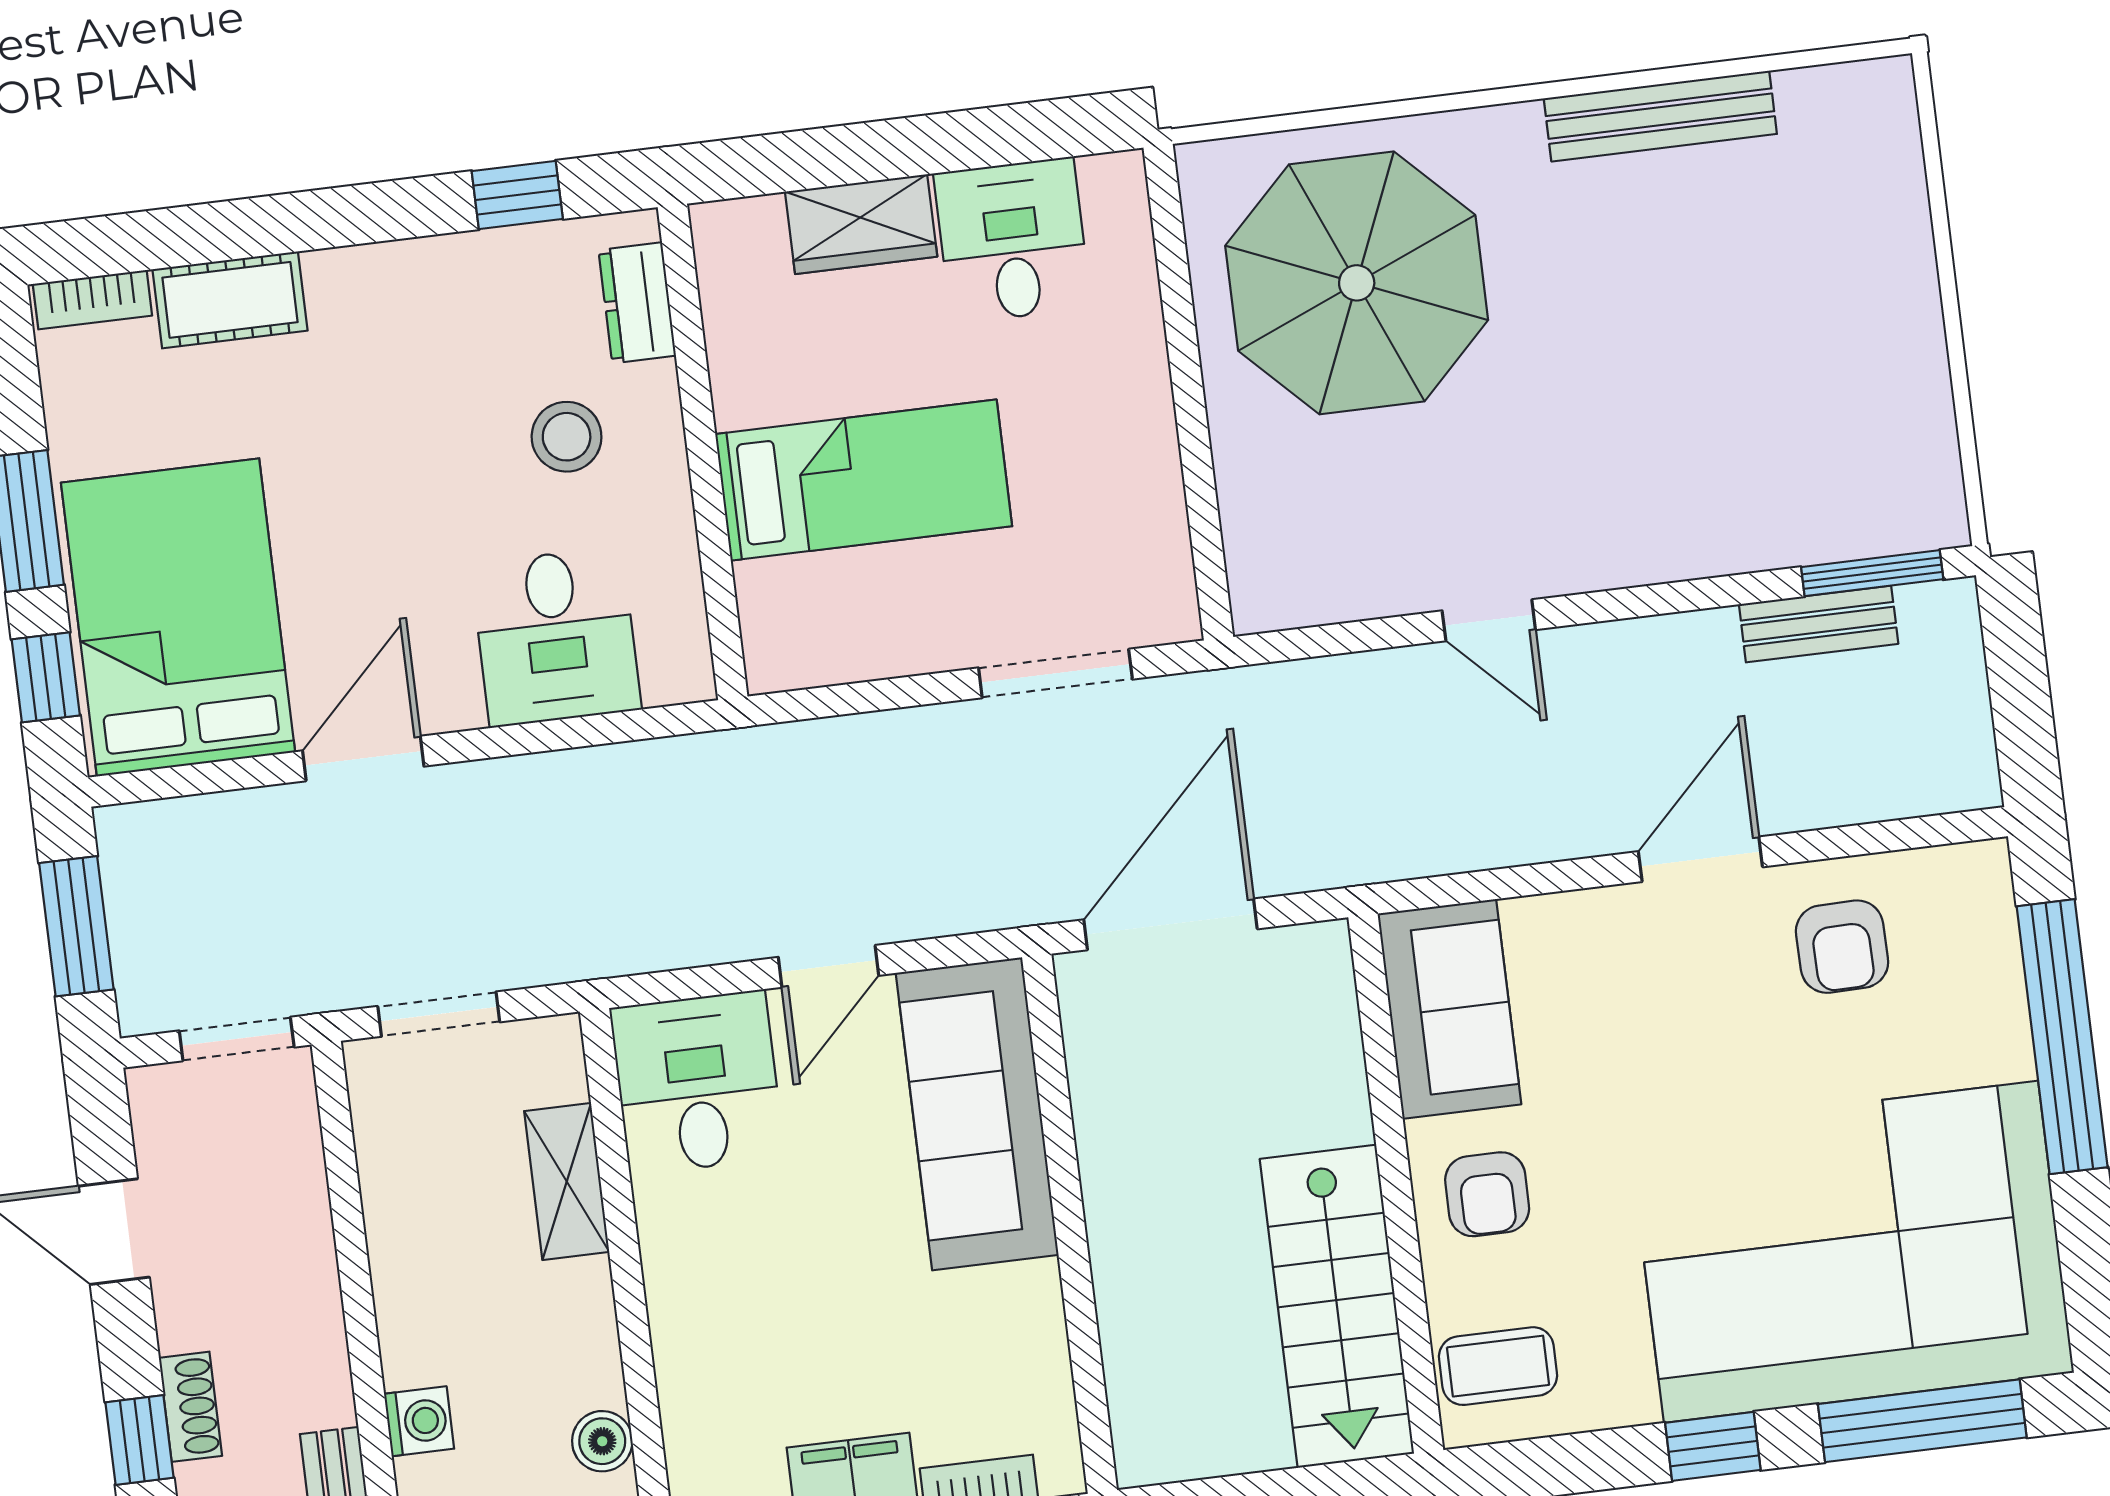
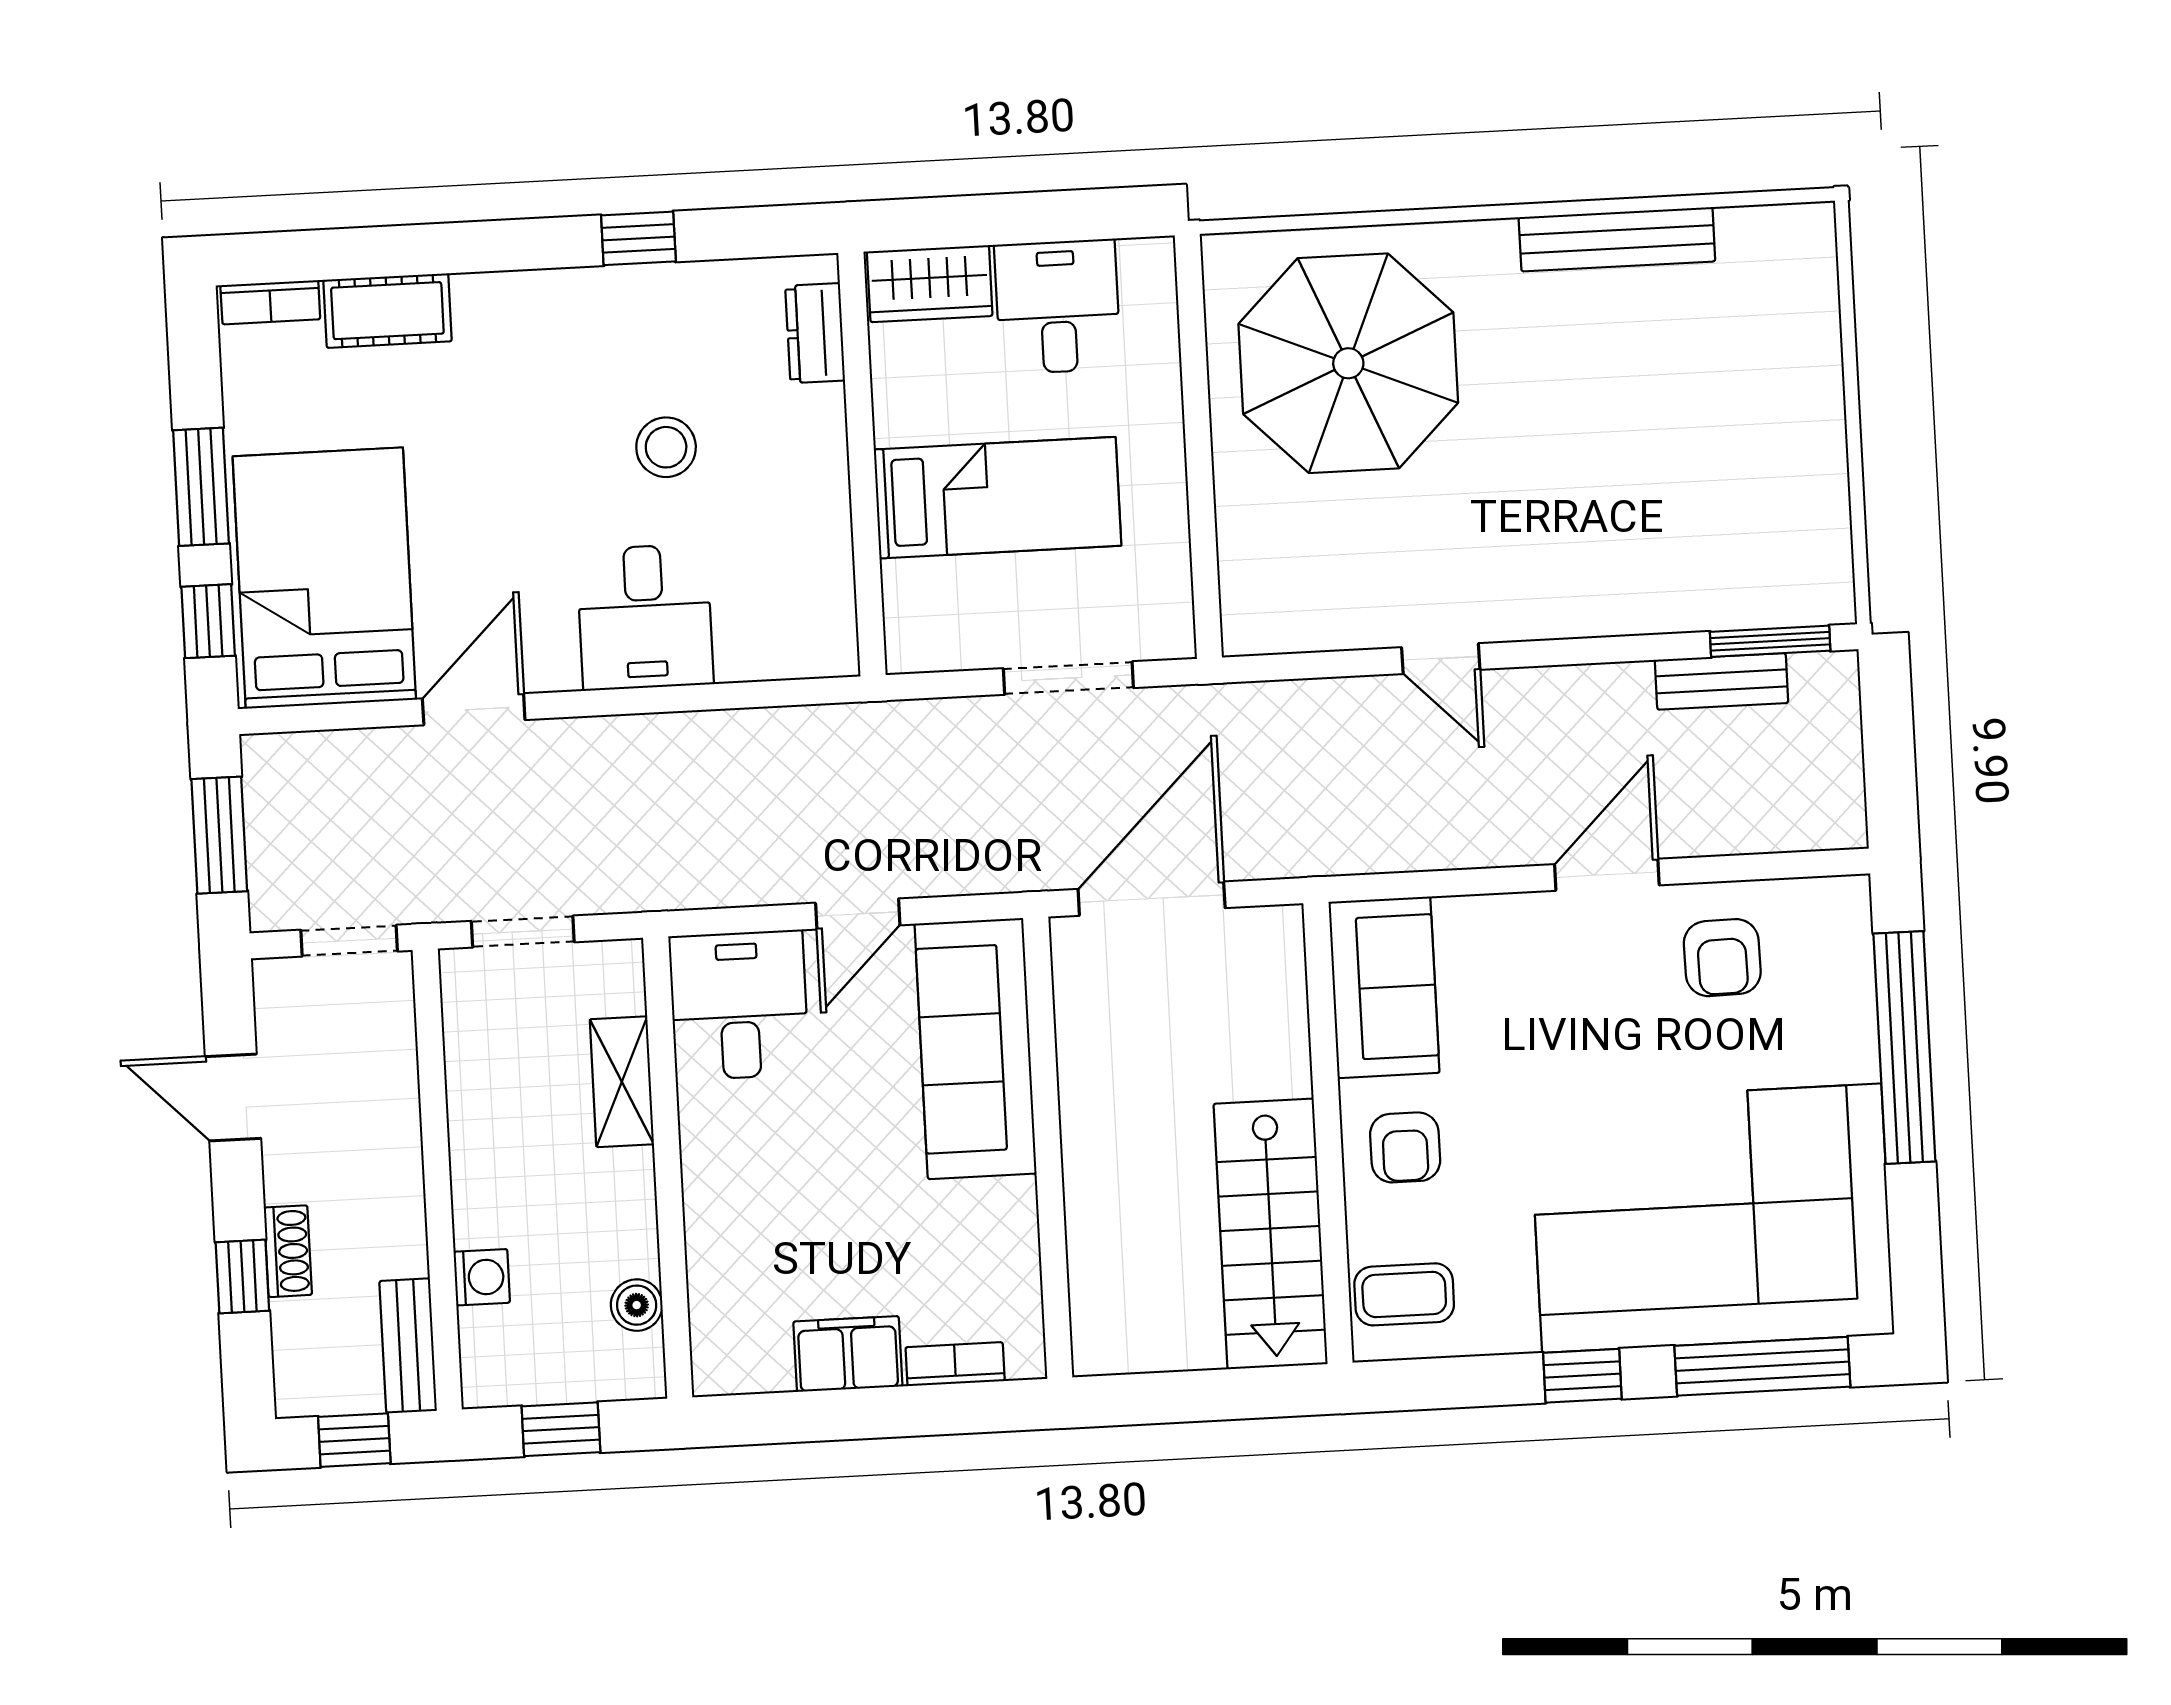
dresser: (637, 303) -> (815, 333), moved
wall: (703, 452) -> (862, 464), moved
bed: (864, 480) -> (997, 498), moved

